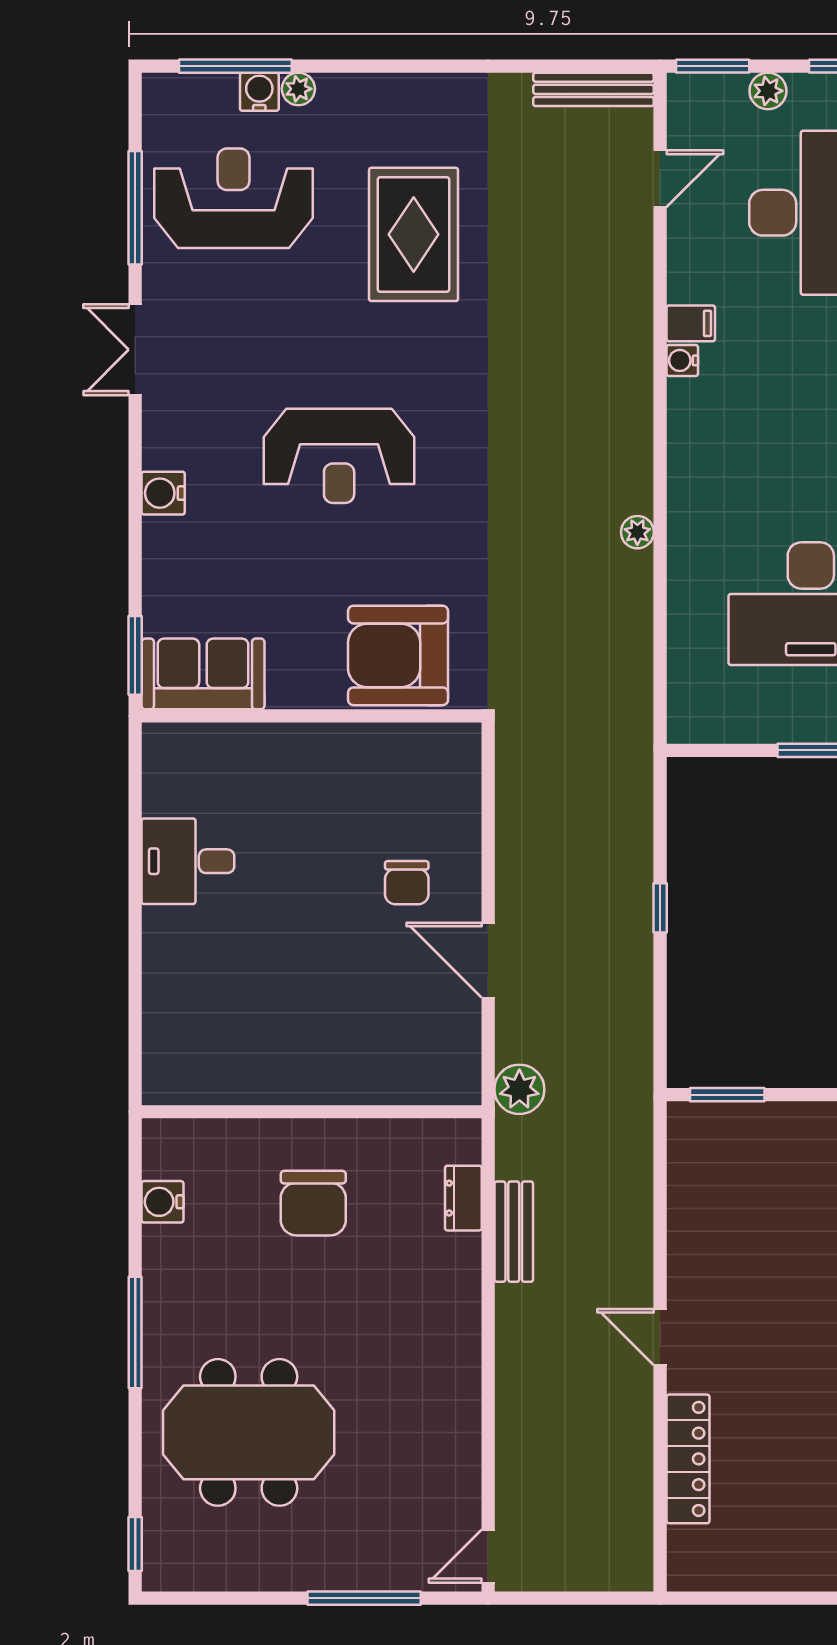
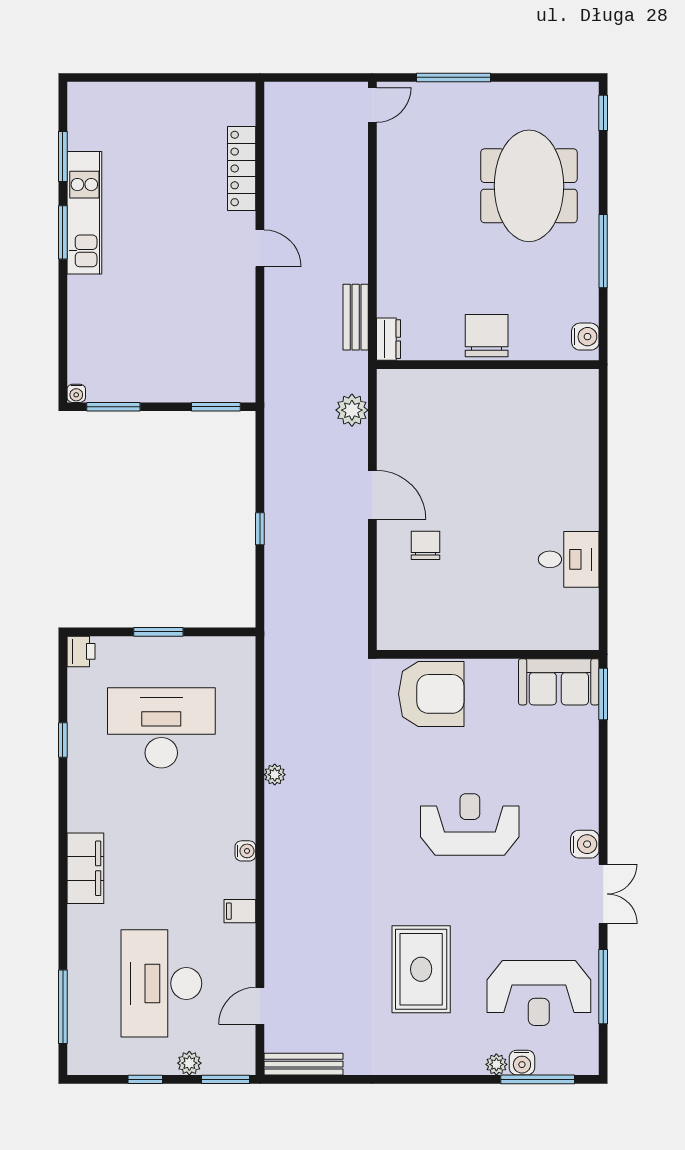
water cooler: (682, 360) -> (245, 851), moved
water cooler: (163, 493) -> (585, 844), moved
wall: (312, 1112) -> (488, 365), moved
meeting table: (249, 1432) -> (529, 186), turned 90

